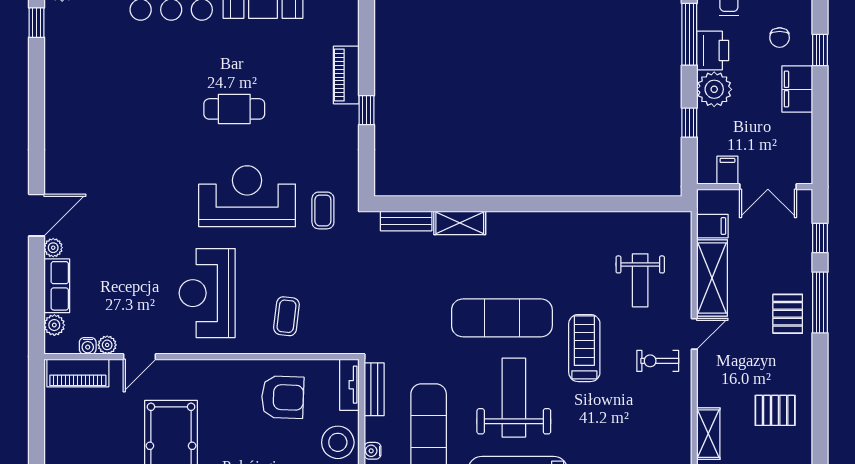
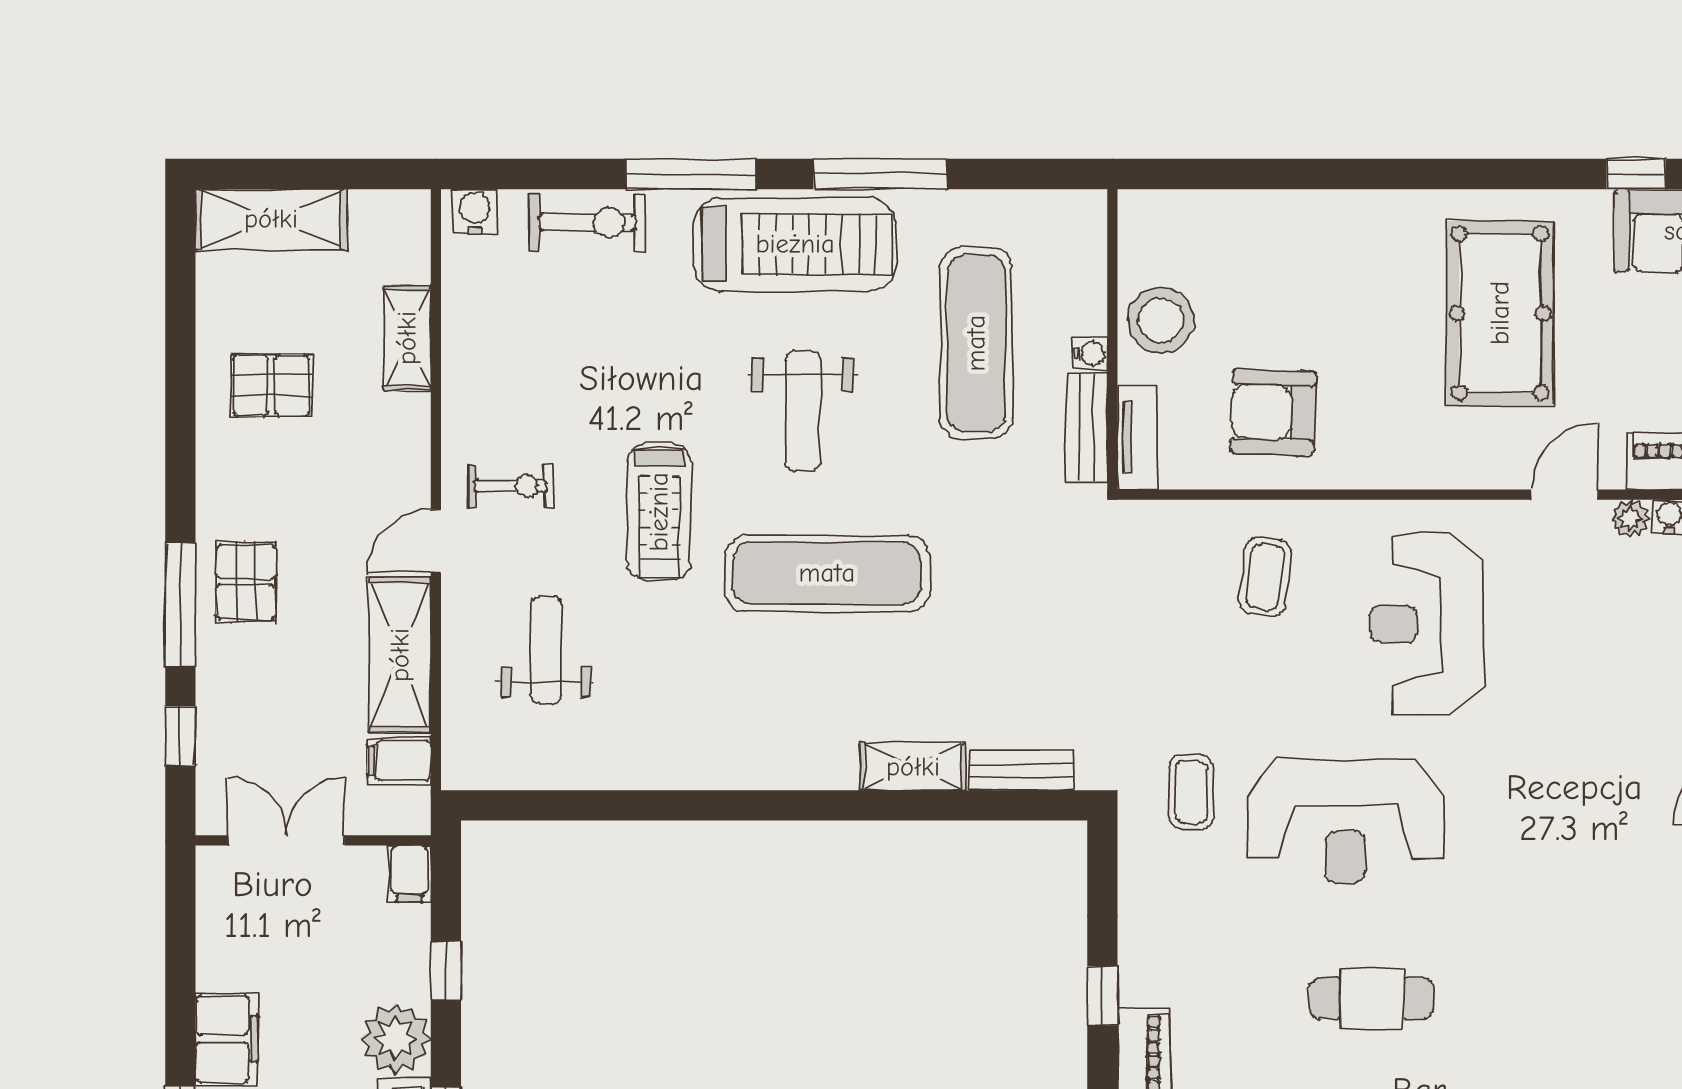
filing cabinet: (727, 170) -> (410, 874), moved
reception desk: (207, 293) -> (1426, 624), turned 180
weight bench: (514, 398) -> (803, 411), width x0.73, depth x0.75
water cooler: (372, 451) -> (1090, 354), moved

